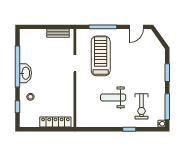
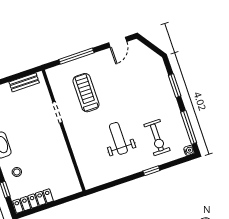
treadmill: (101, 56) -> (86, 93), width x0.73, depth x0.73
weight bench: (113, 97) -> (118, 138), turned 90
locker: (55, 122) -> (33, 201), moved

